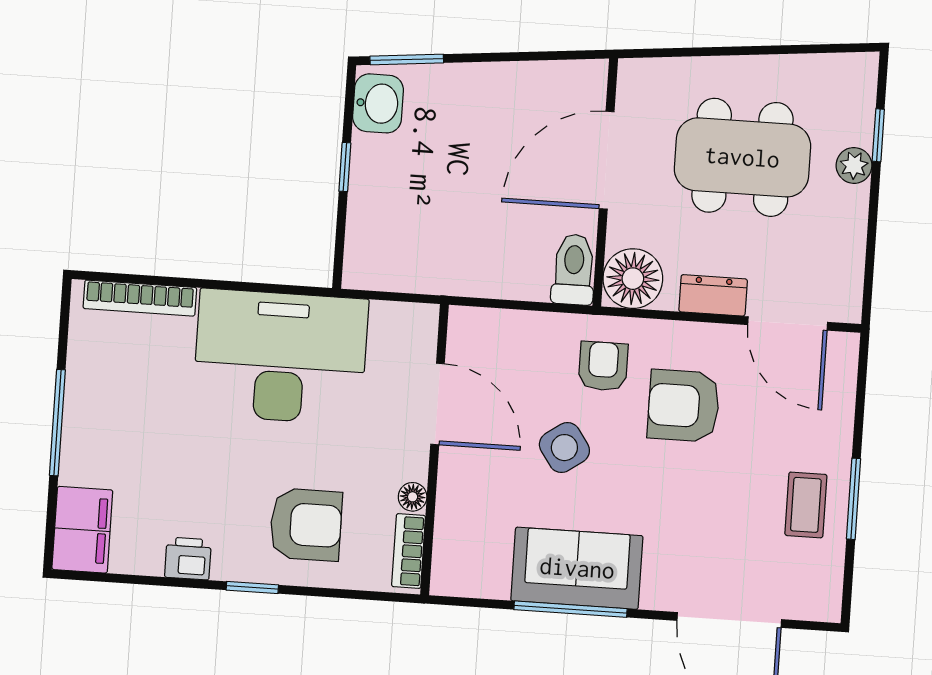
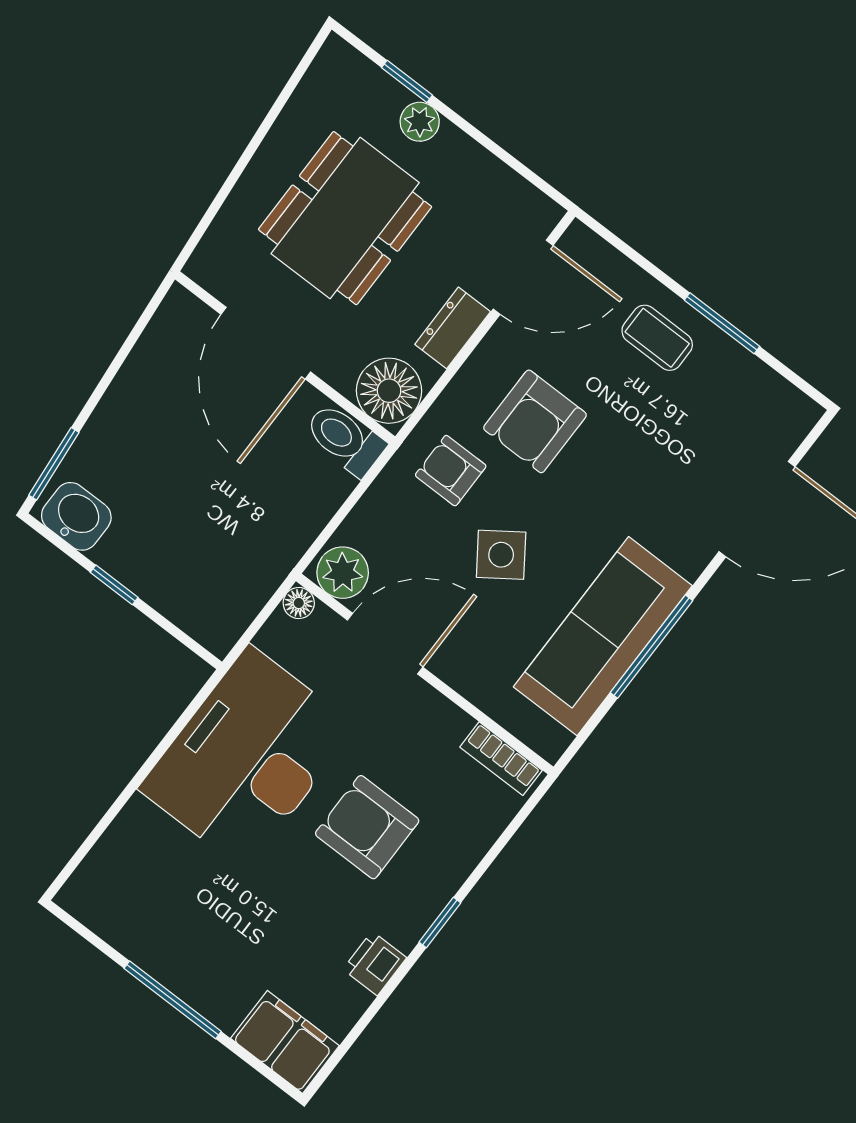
bookcase: (140, 298) -> (109, 850), removed
plant: (470, 336) -> (343, 573), added
floor lamp: (413, 497) -> (299, 603), moved
coffee table: (806, 505) -> (657, 338), moved
armchair: (306, 525) -> (367, 827), moved, turned -90
sofa: (577, 568) -> (603, 636), width x1.36

